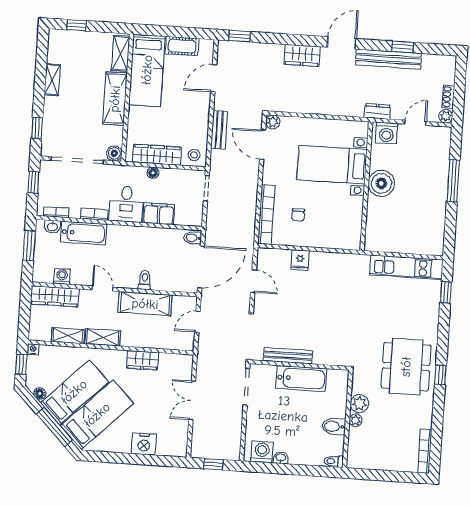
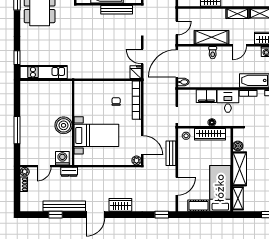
boiler: (114, 153) -> (238, 146), moved
fridge: (300, 260) -> (136, 72), moved
door: (102, 289) -> (240, 45), hinge flipped

